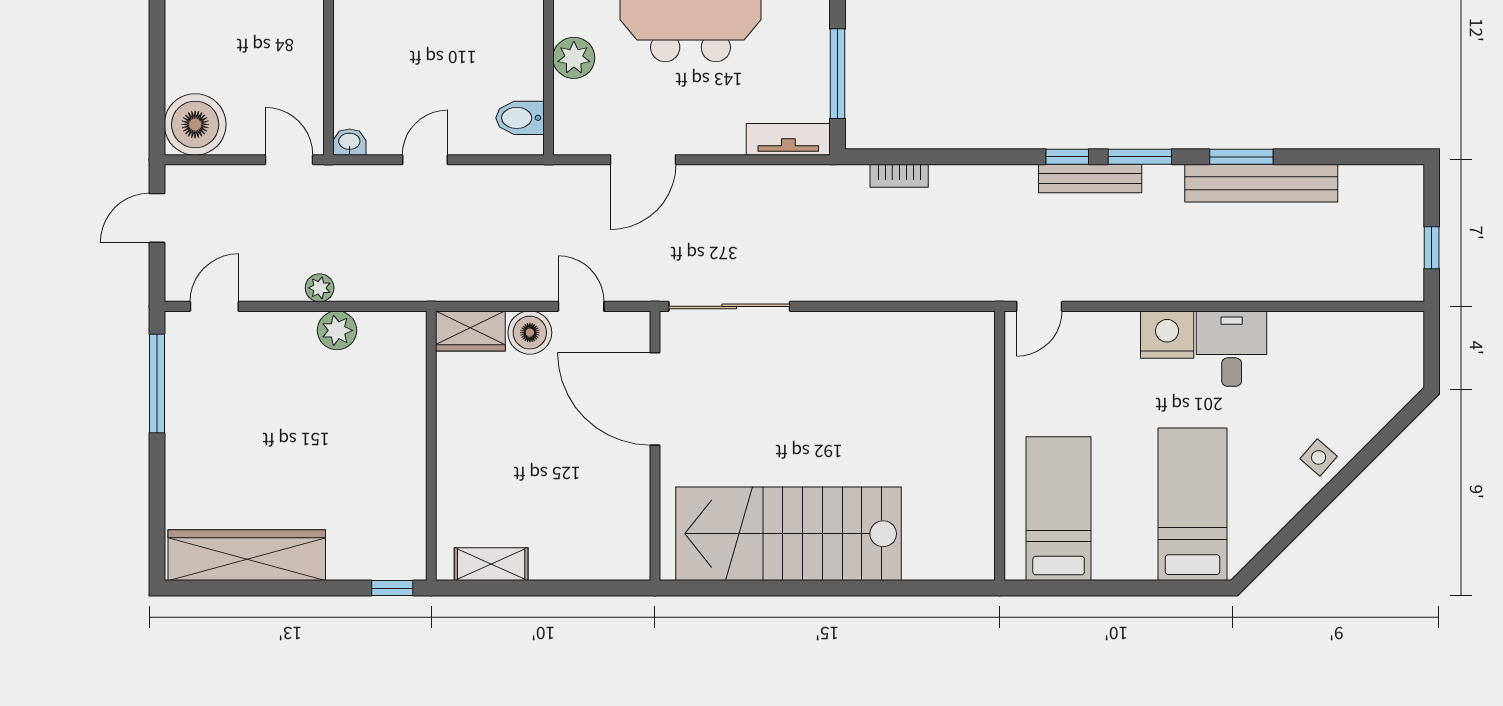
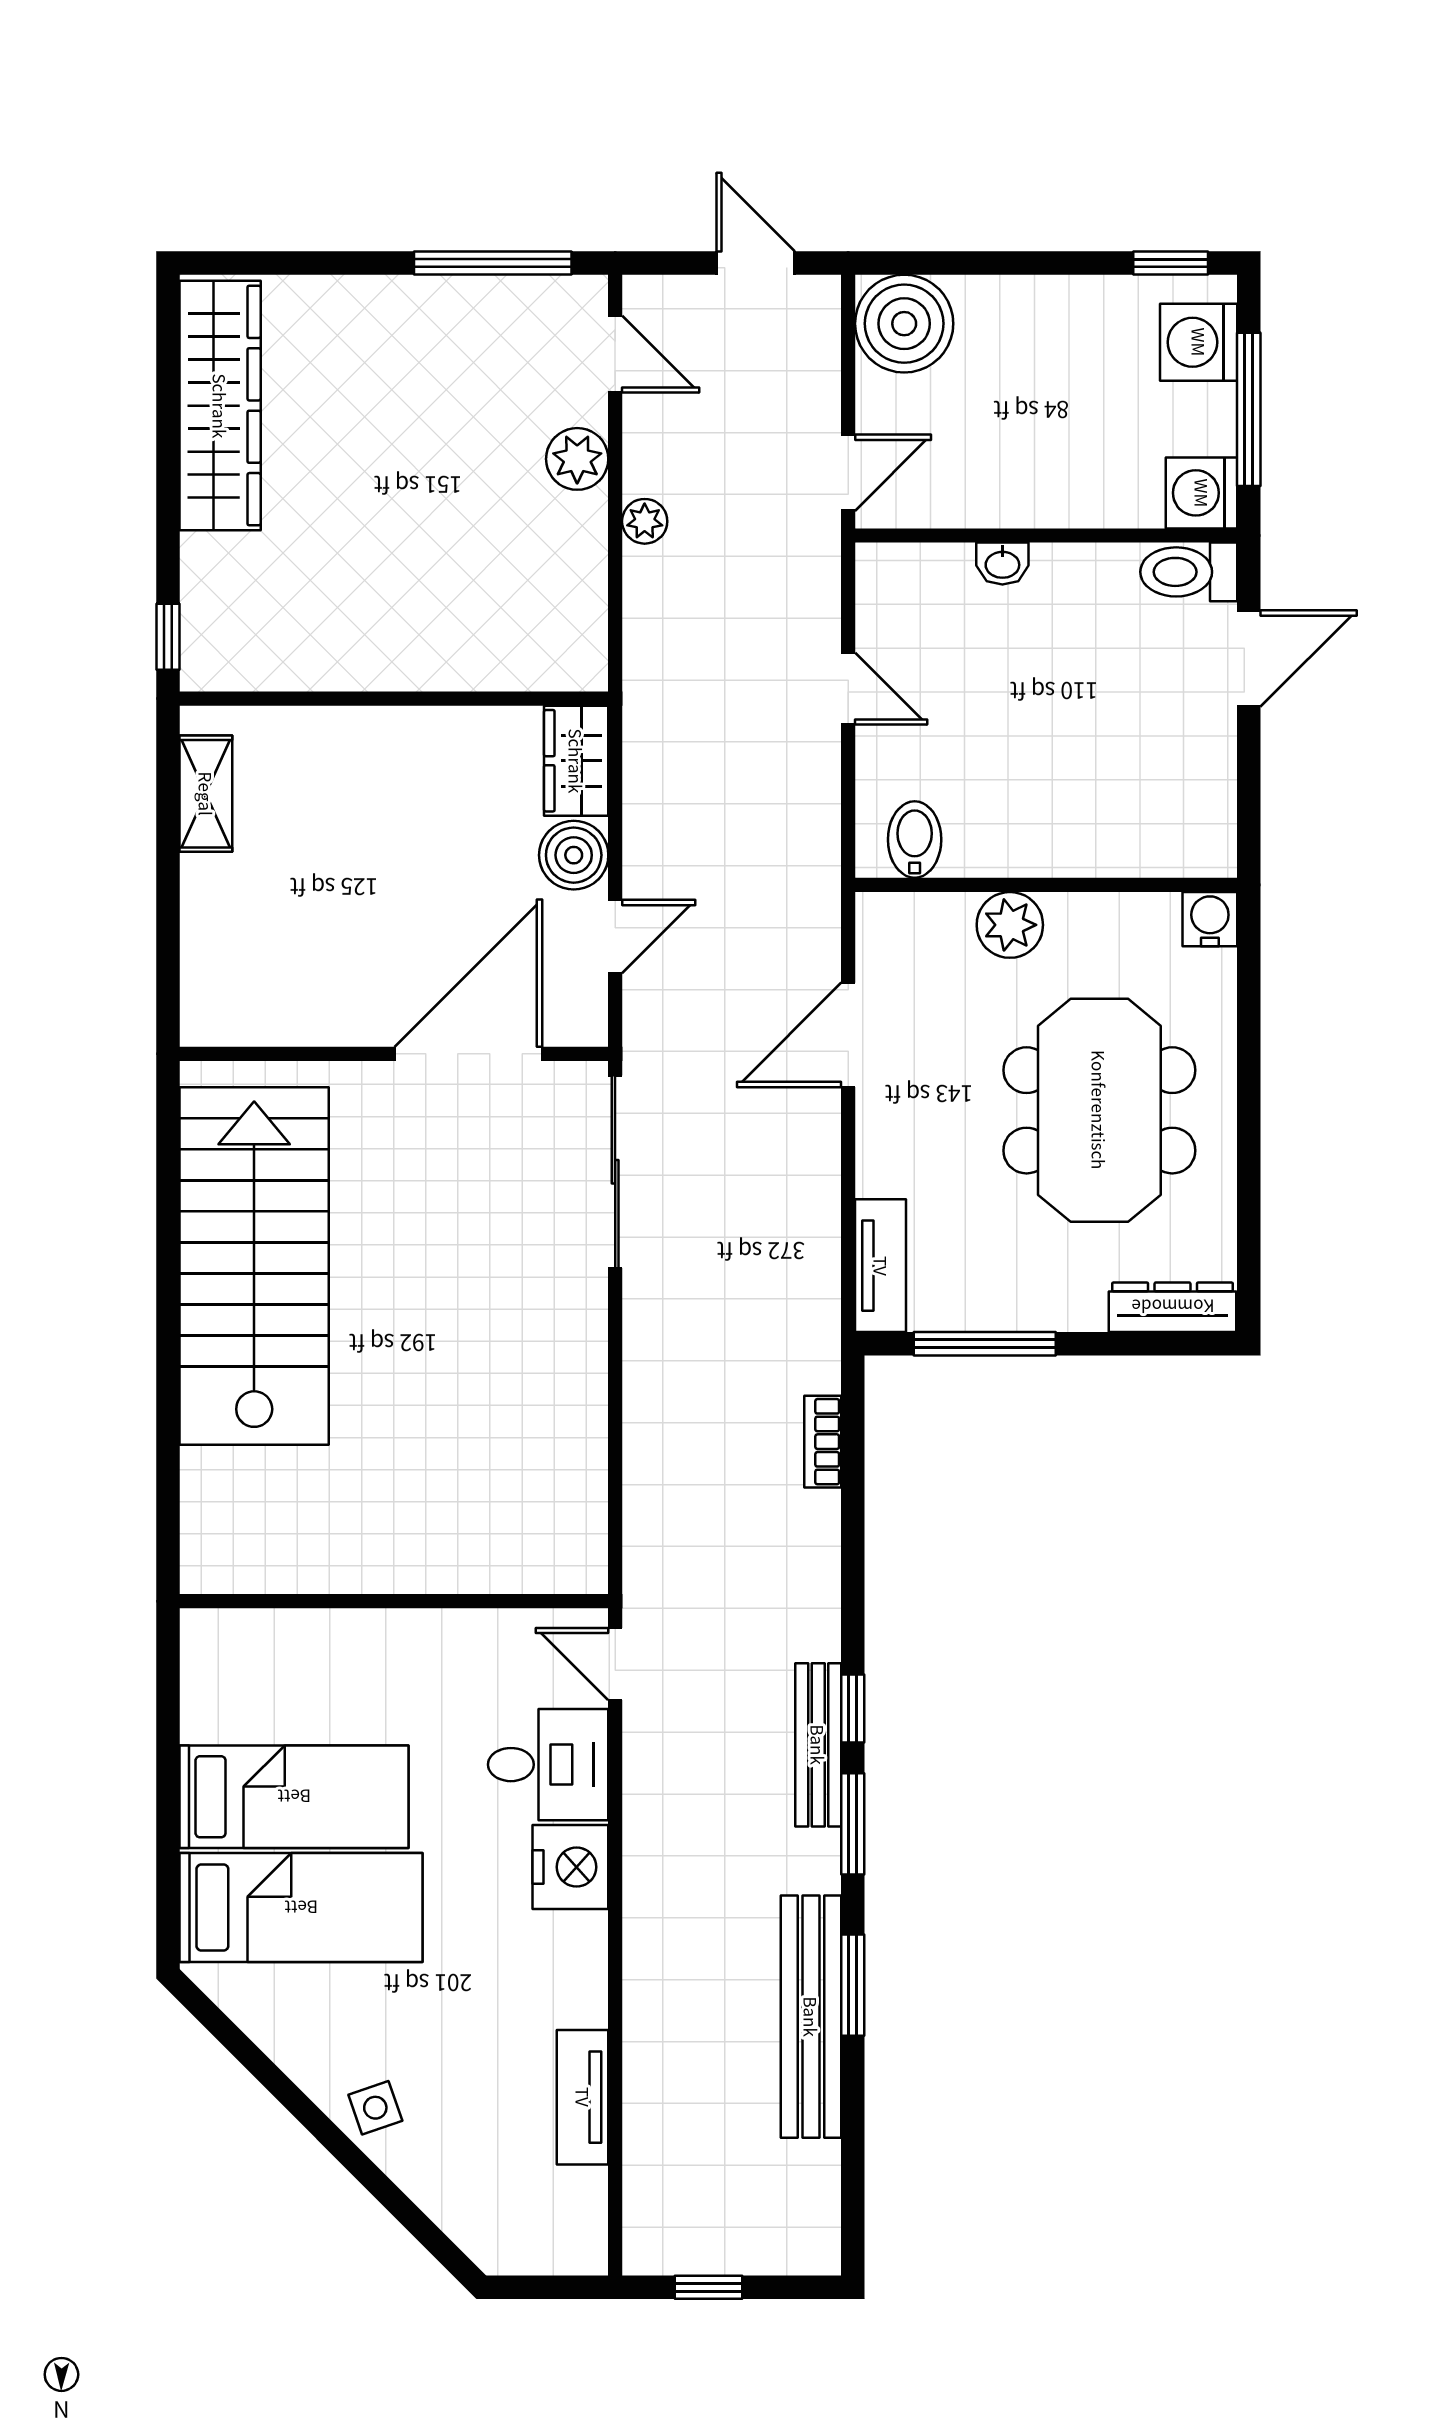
washbasin: (349, 142) -> (1002, 564), moved, turned 90
door: (643, 160) -> (848, 1035), hinge flipped
tv unit: (1312, 327) -> (583, 2097), added
plant: (337, 330) -> (577, 459), moved
desk: (1232, 349) -> (548, 1765), moved
side table: (1319, 457) -> (375, 2108), turned 30
bed: (1059, 509) -> (294, 1797), moved

